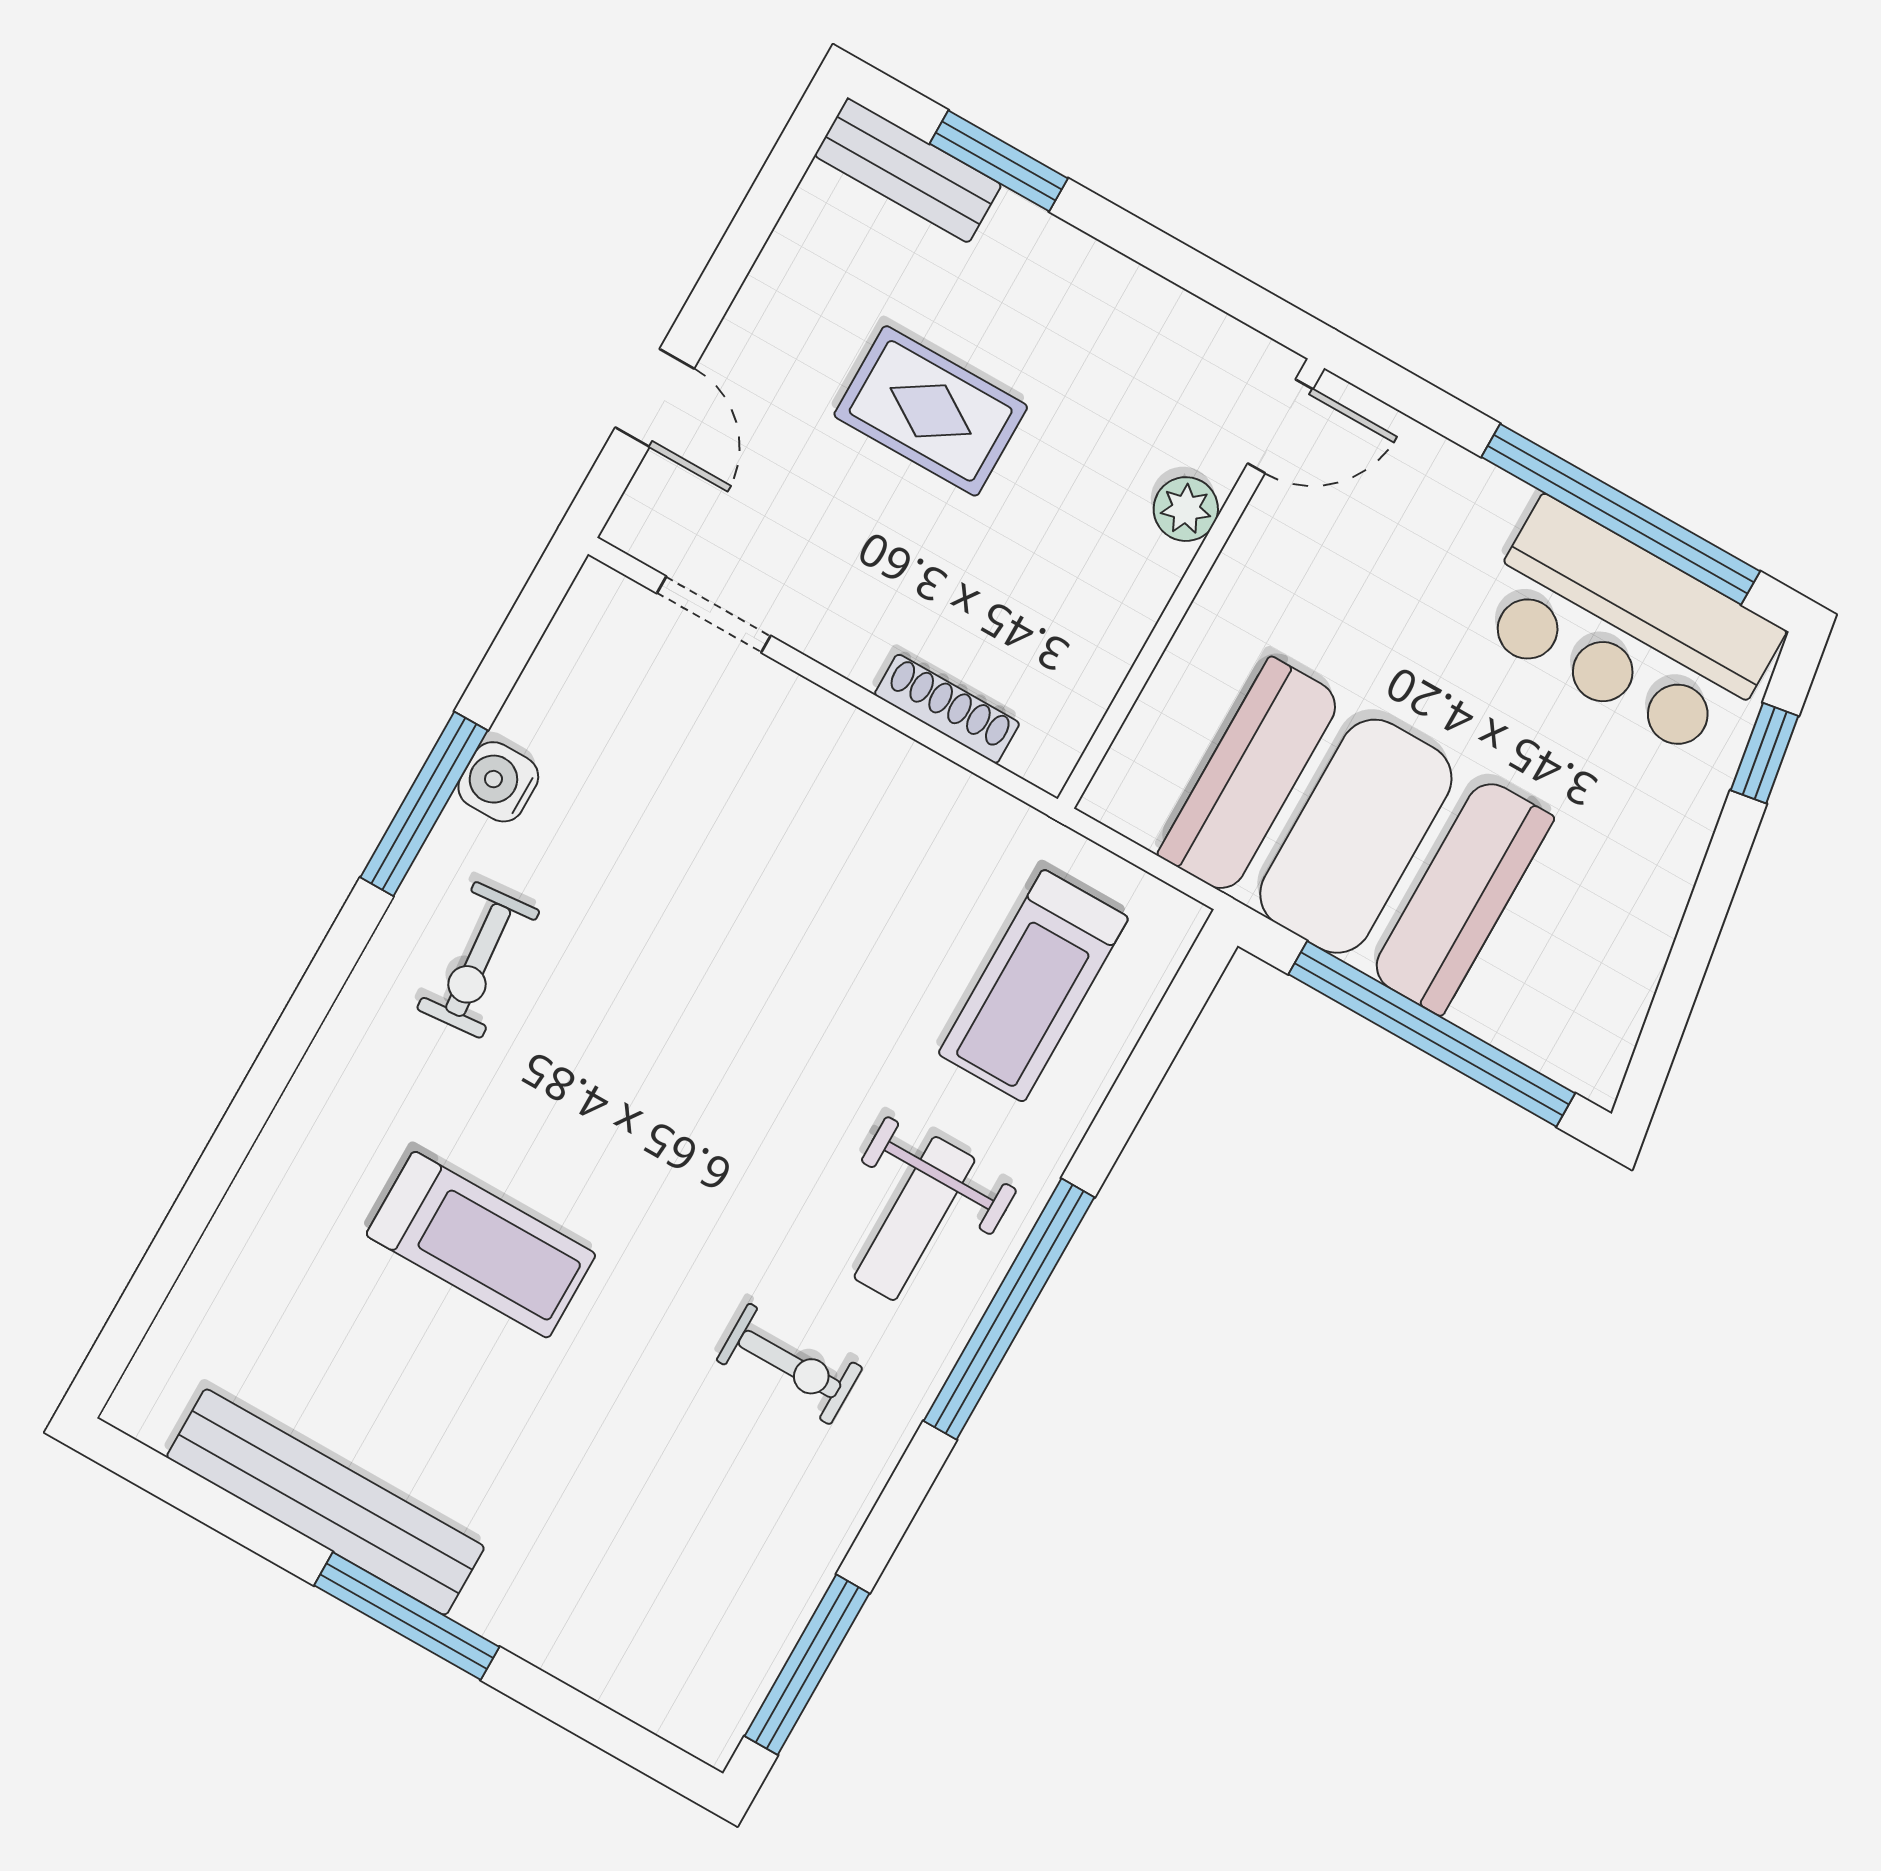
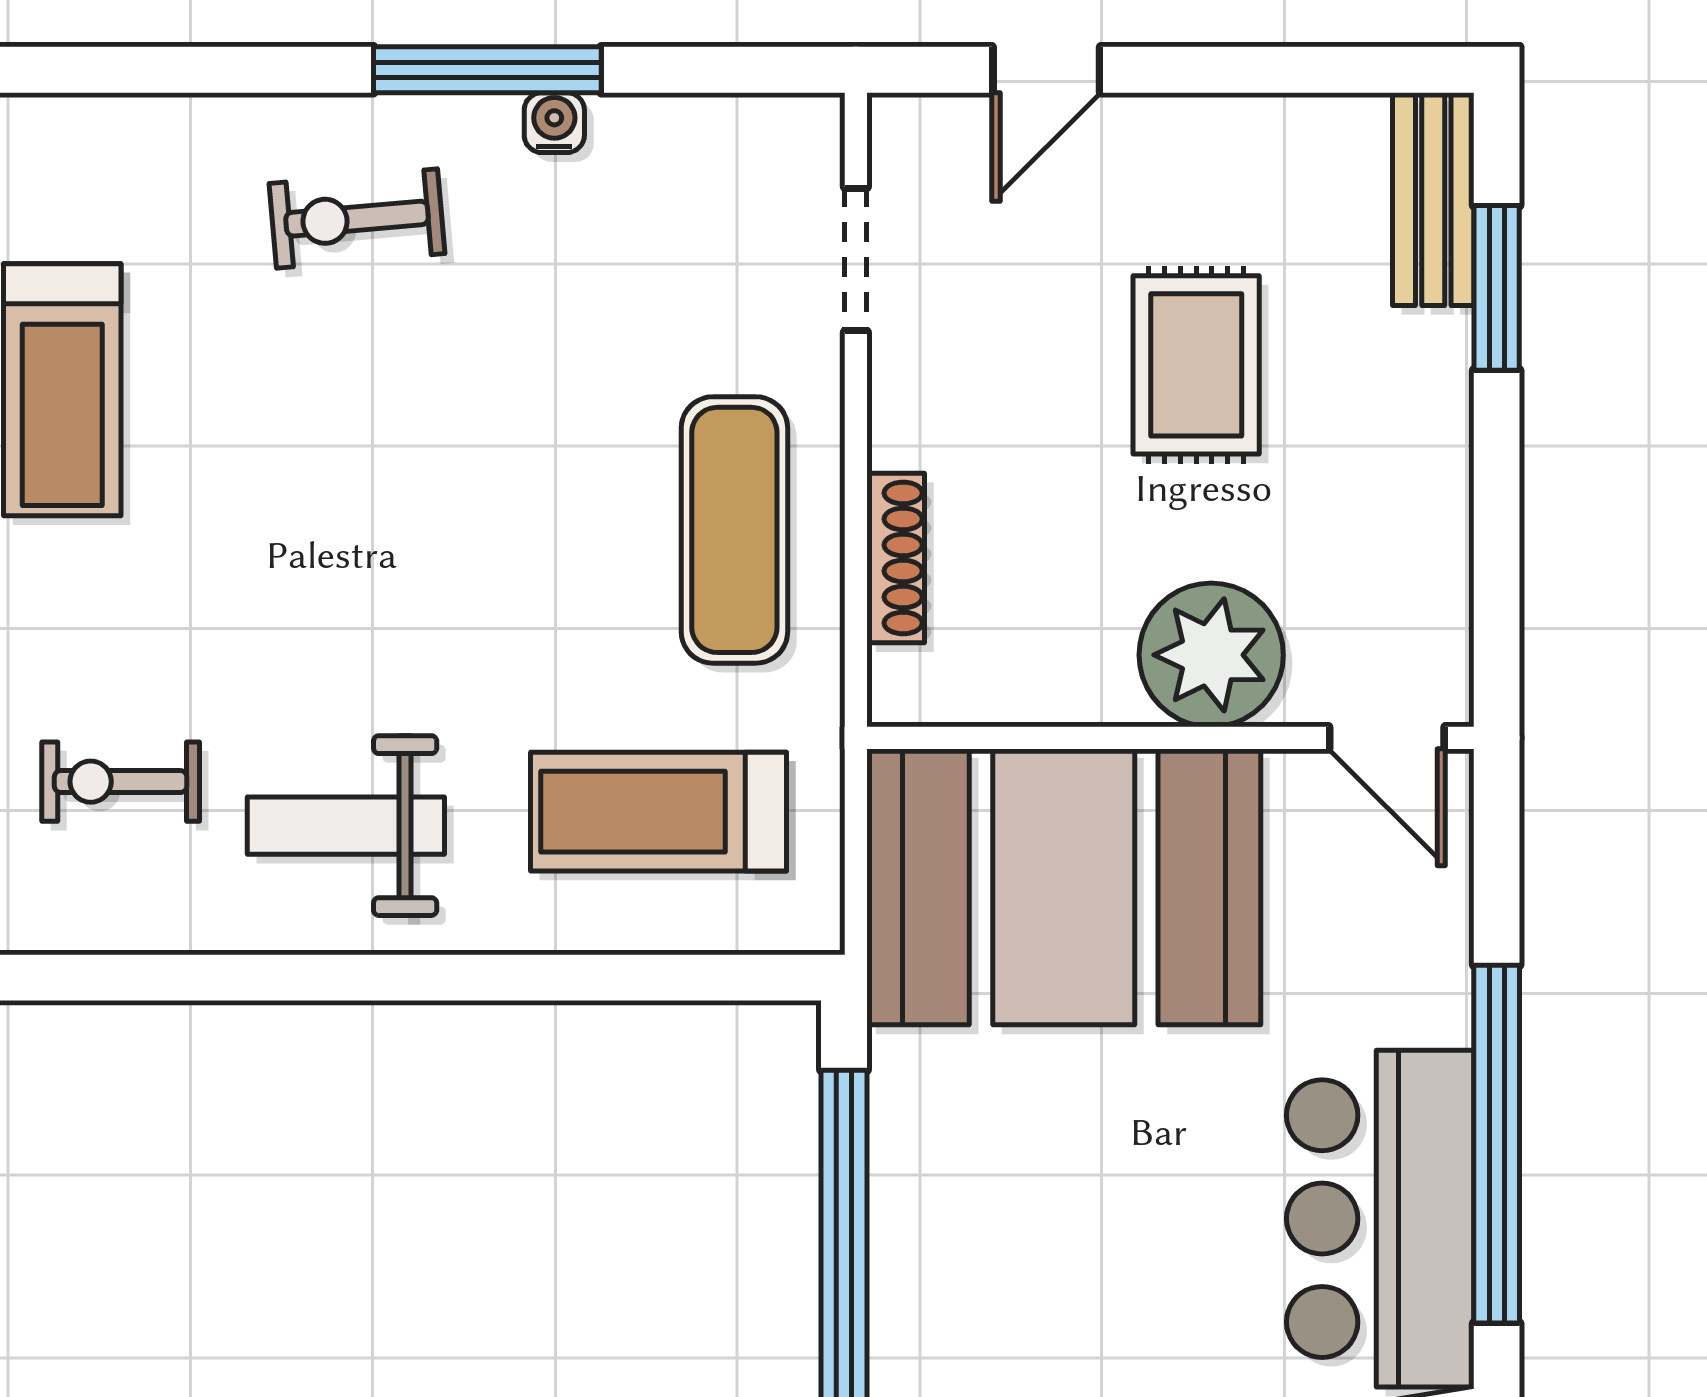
plant: (1186, 509) -> (1211, 655), width x1.88, depth x1.88
water cooler: (498, 782) -> (554, 123), width x0.72, depth x0.72
exercise mat: (860, 814) -> (734, 530), added
booth: (1356, 836) -> (1064, 887), moved, turned 90
window: (1009, 1309) -> (307, 978), removed
exercise bike: (790, 1364) -> (121, 782), turned 90

